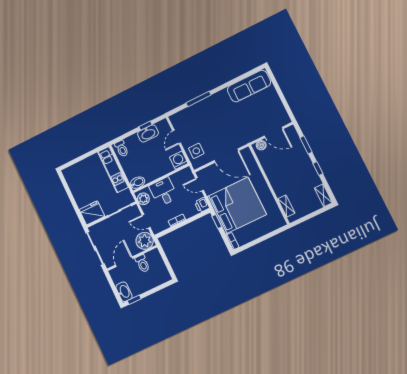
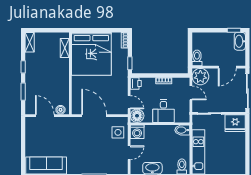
floor lamp: (186, 175) -> (137, 116), added
plant: (143, 199) -> (184, 113), removed
bed: (237, 206) -> (91, 54), moved, turned -90
toilet: (142, 264) -> (197, 58), moved

